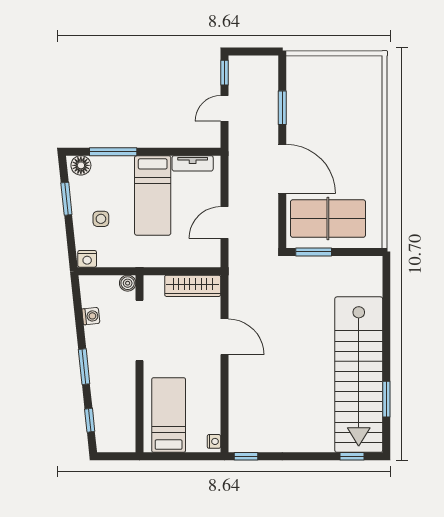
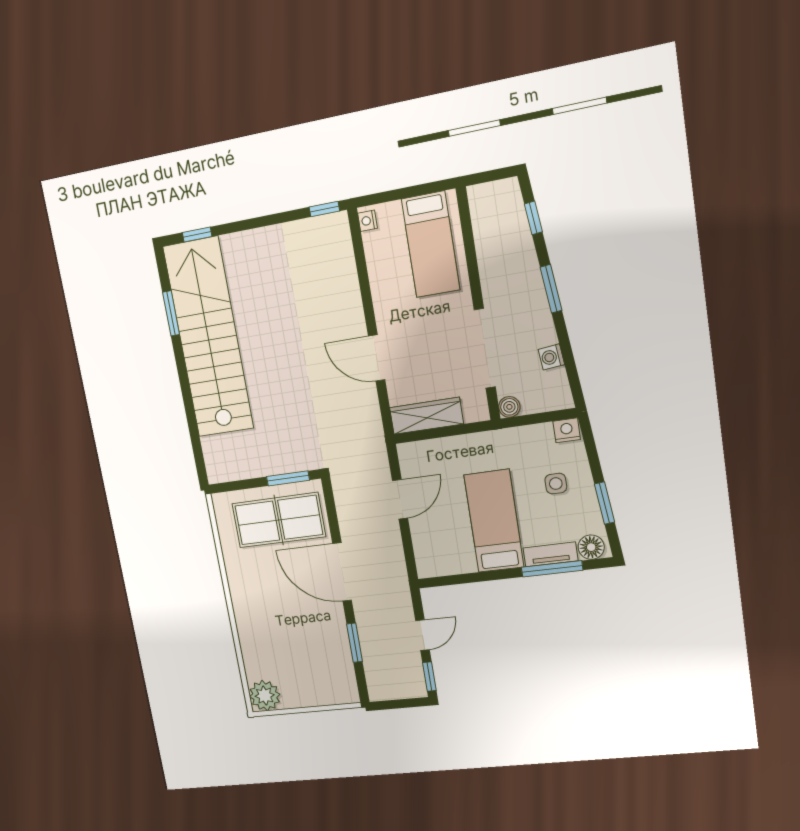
plant: (369, 69) -> (265, 696), added
tv unit: (193, 163) -> (550, 554), moved

